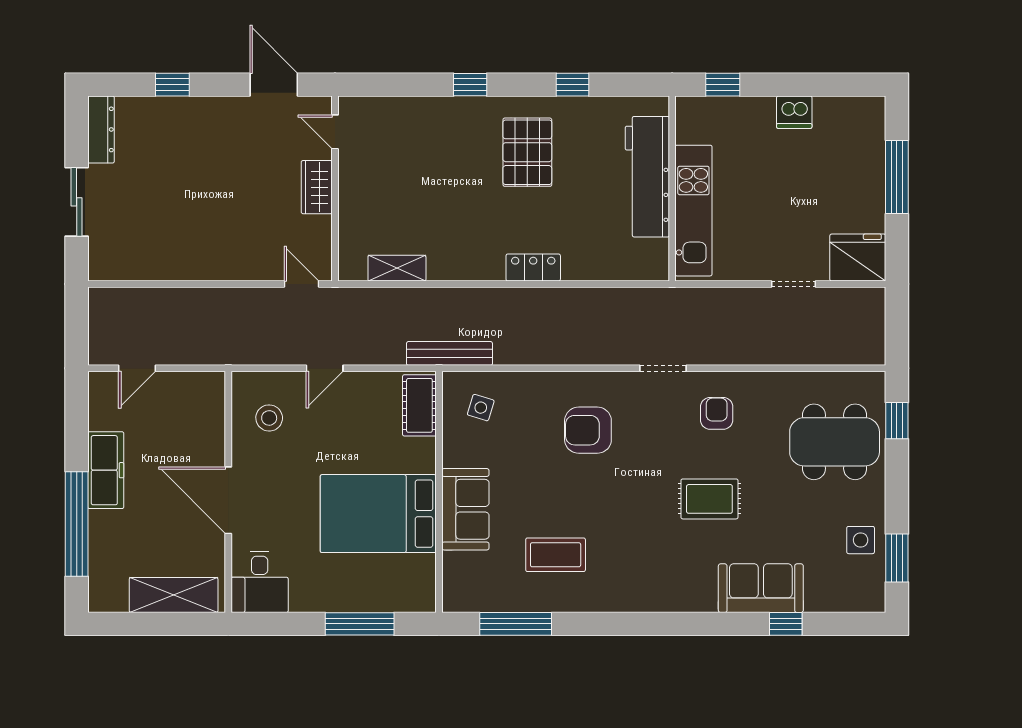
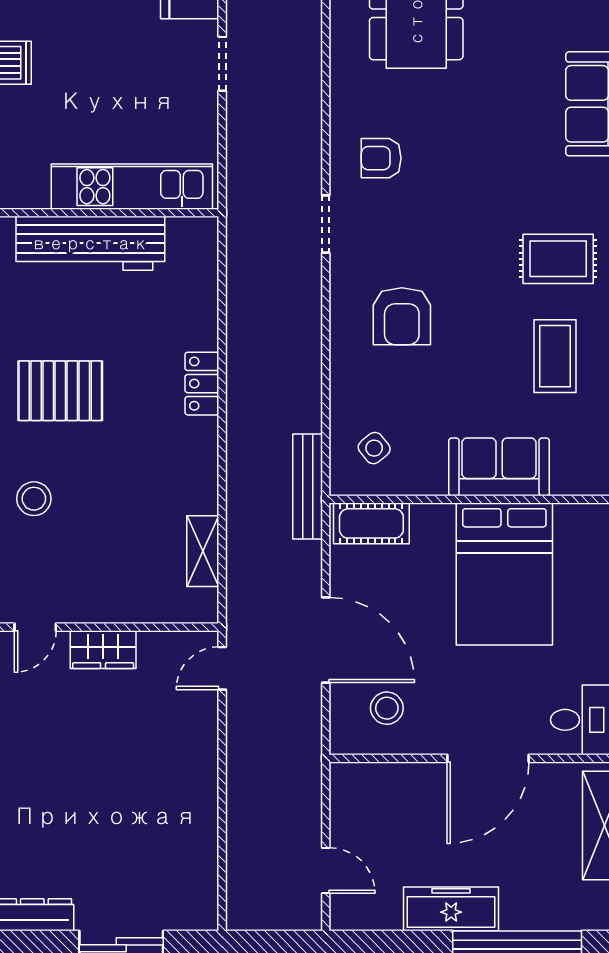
stool: (440, 131) -> (34, 499), added
door: (325, 368) -> (326, 640), width x1.88
side table: (481, 408) -> (374, 448), turned 34
rug: (709, 499) -> (558, 259), moved, turned 90

